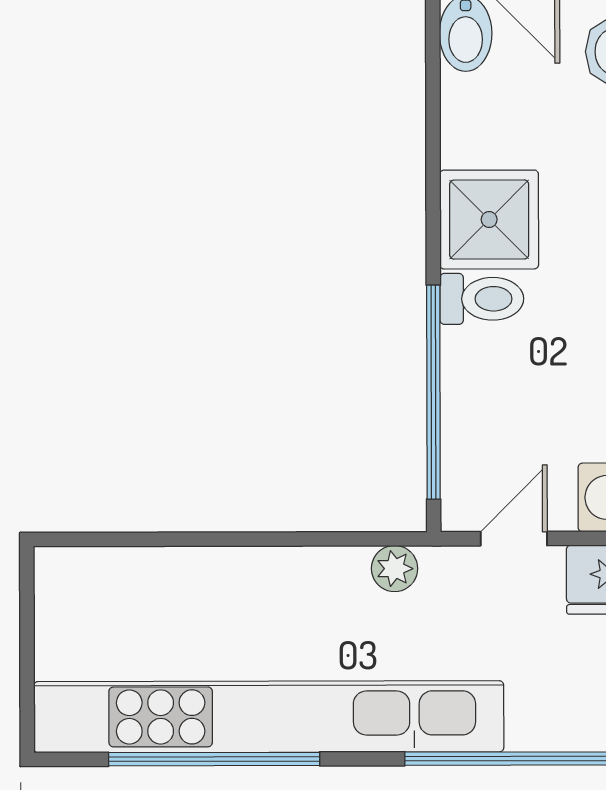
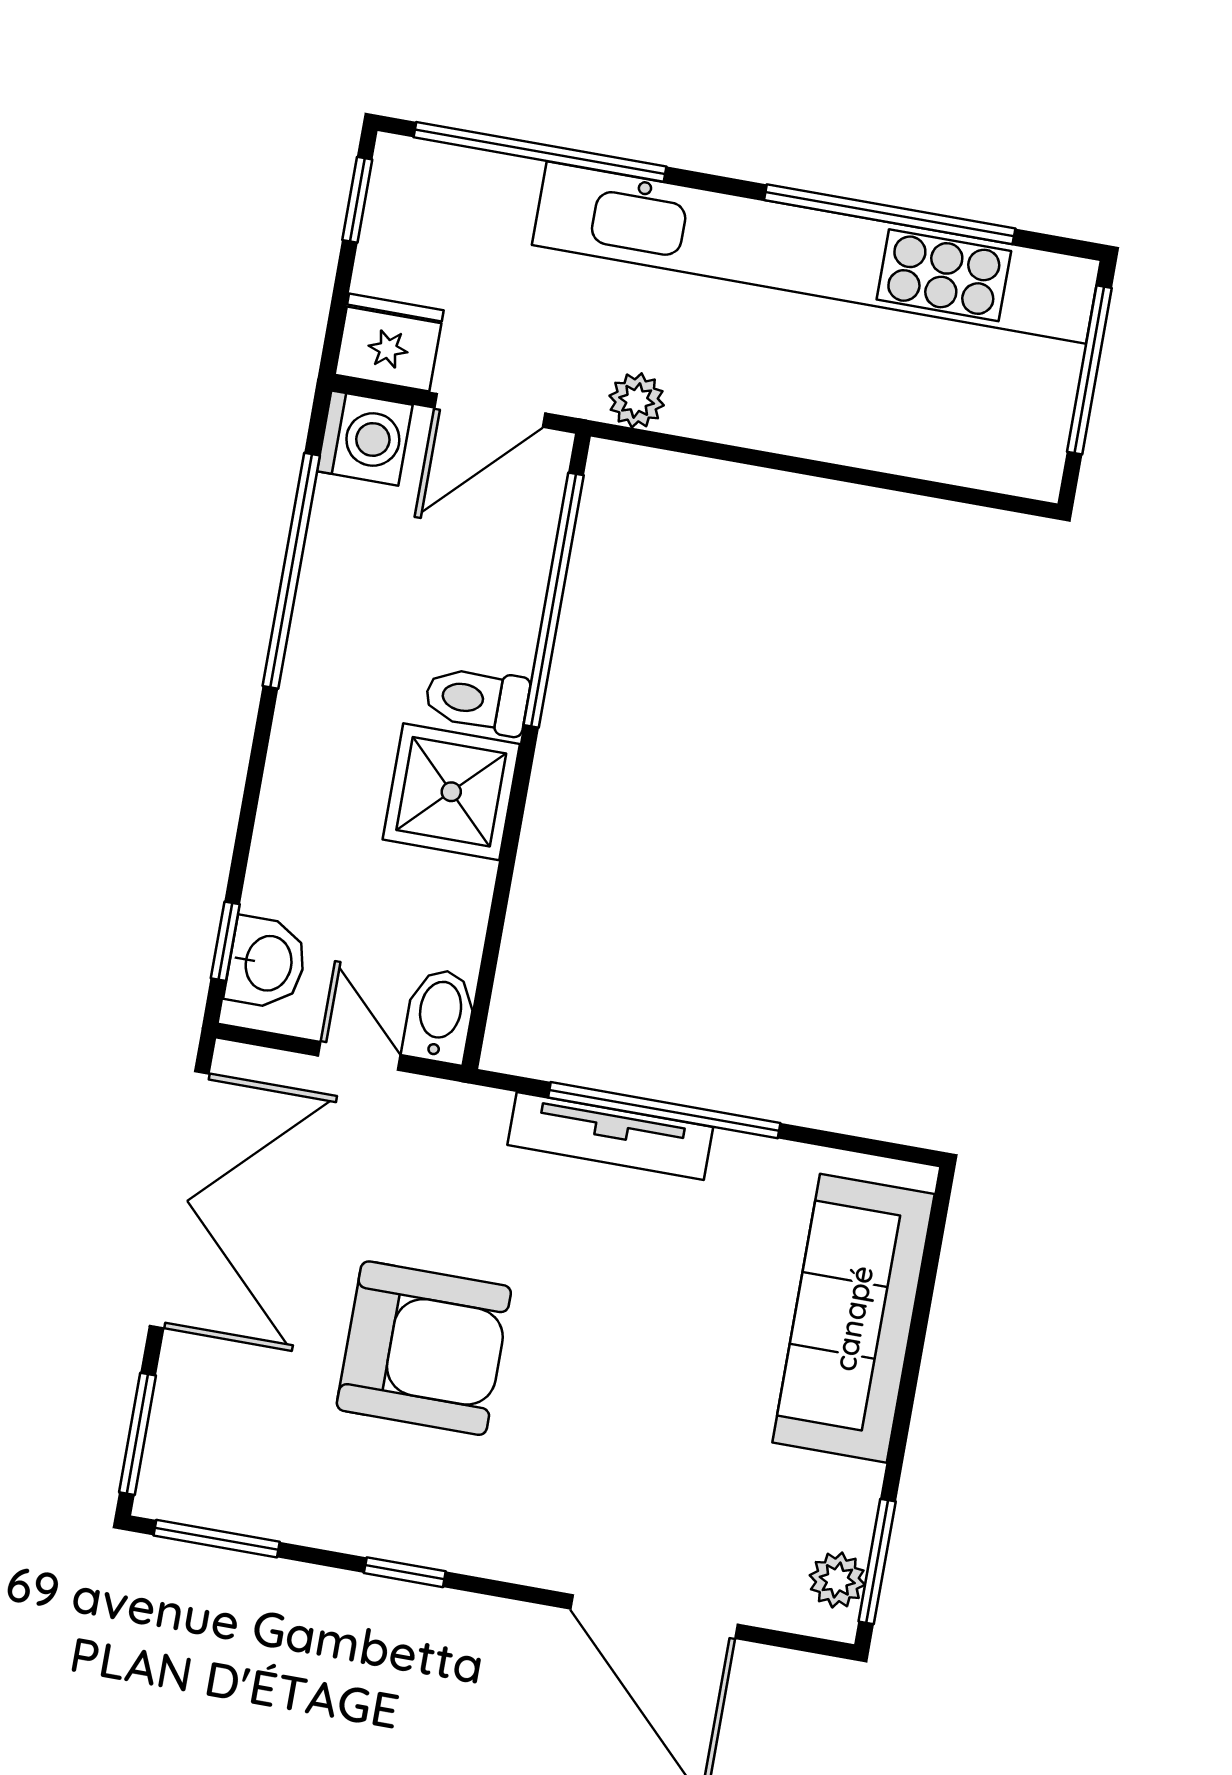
door: (514, 539) -> (490, 410), width x1.38
window: (27, 661) -> (1089, 370), added

